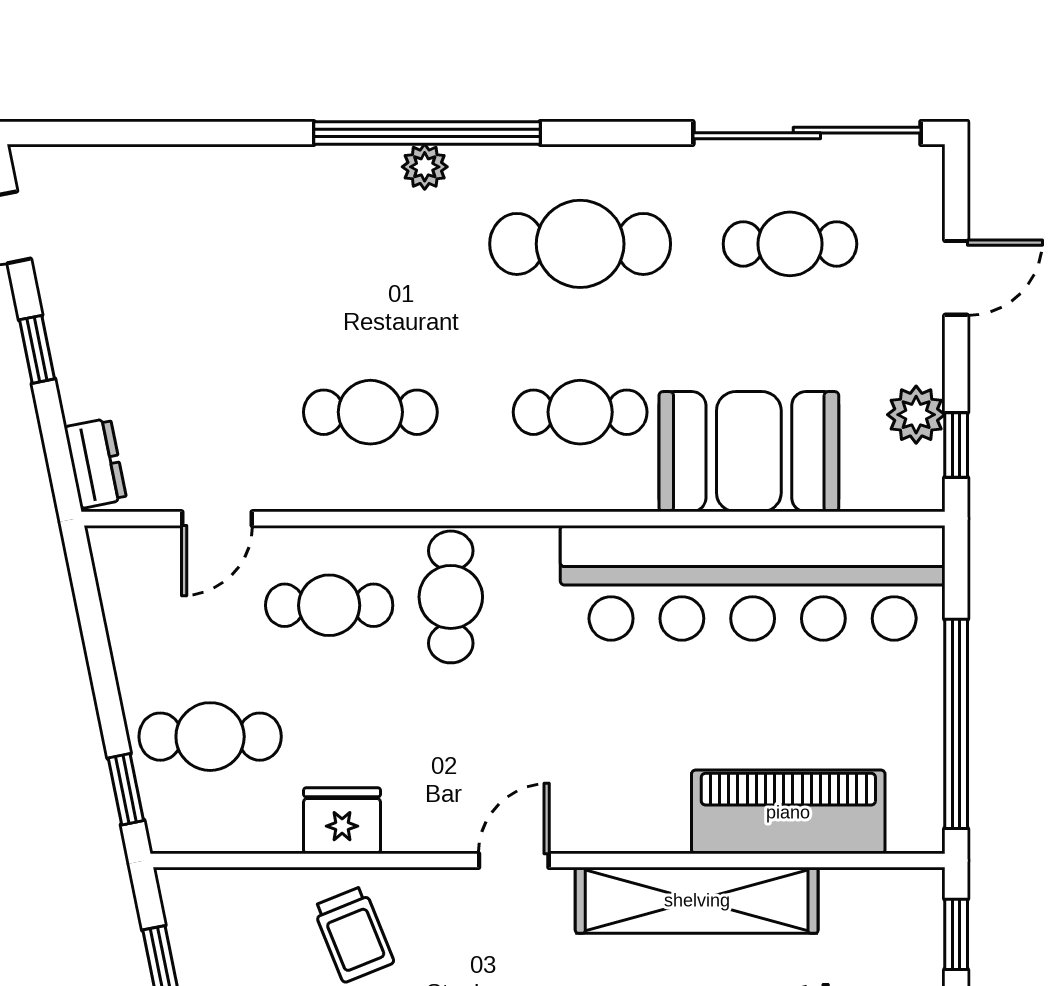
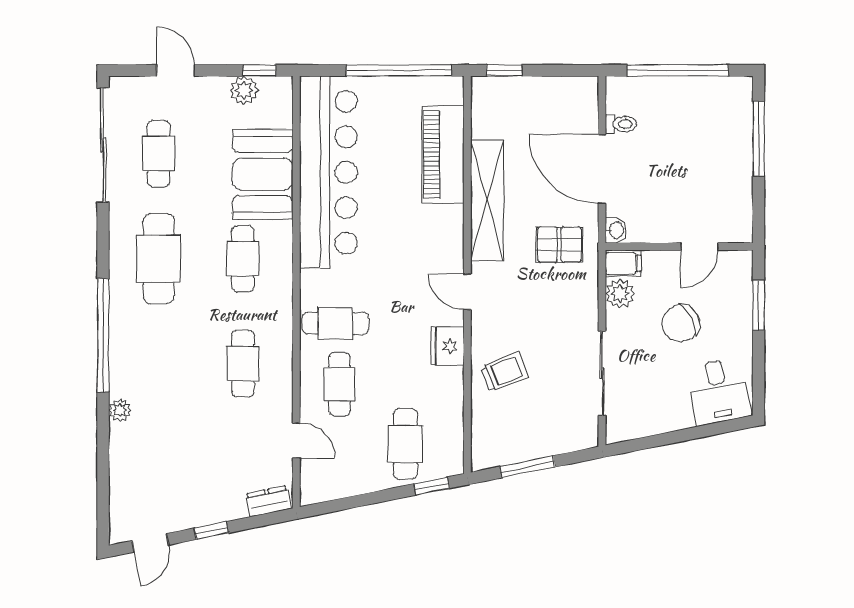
plant: (425, 167) -> (120, 410), moved
fridge: (342, 821) -> (447, 346), moved

